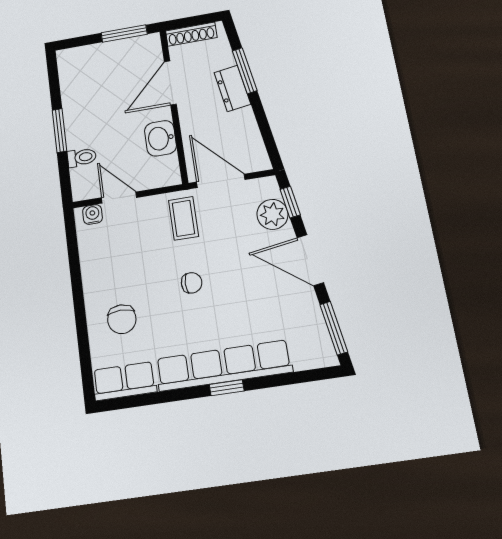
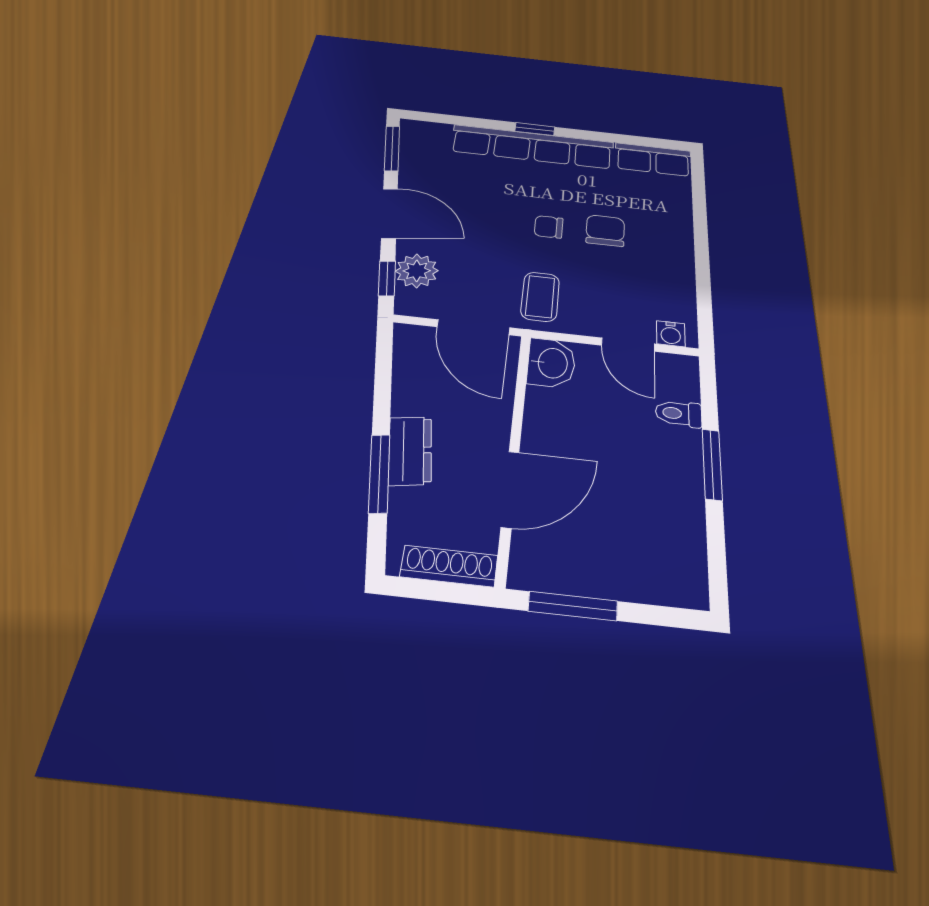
washbasin: (160, 138) -> (551, 363), moved
chair: (122, 319) -> (605, 231), moved

